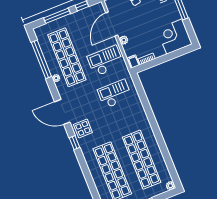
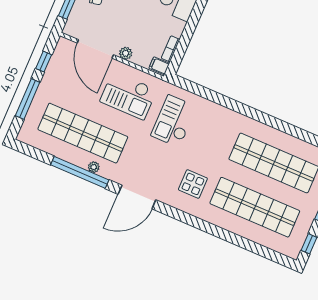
window: (41, 59) -> (80, 172), moved
checkout: (105, 61) -> (128, 95), turned -90
display table: (83, 128) -> (193, 184), moved
window: (75, 143) -> (183, 217), removed

